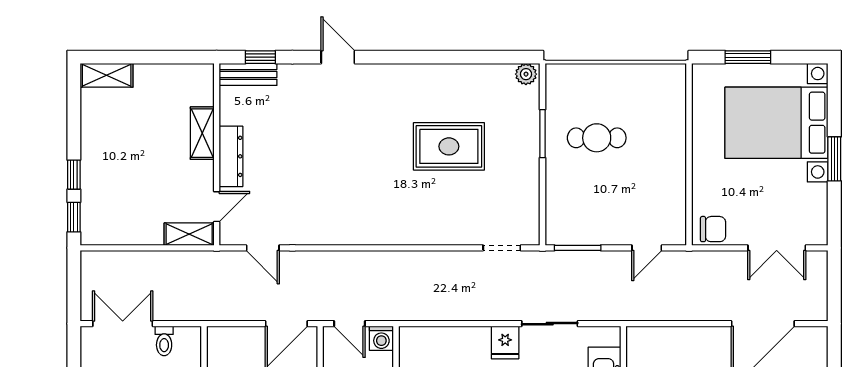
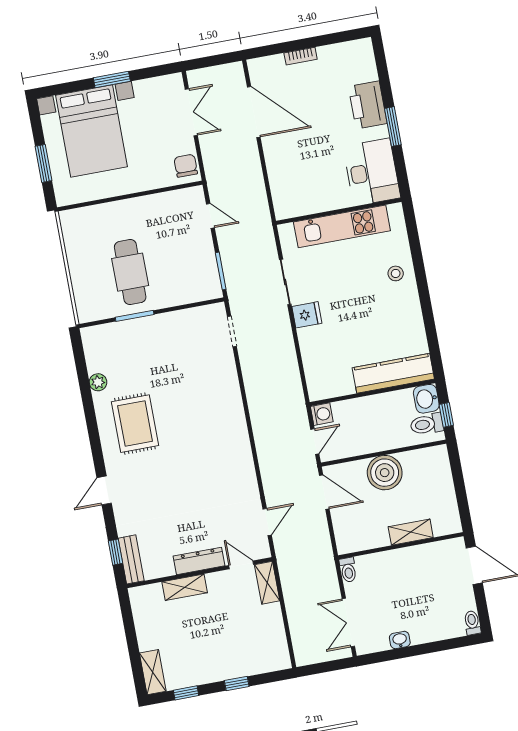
plant: (526, 74) -> (98, 382), moved
cafe table: (597, 138) -> (130, 272), width x1.37, depth x1.35
rug: (449, 146) -> (135, 424), moved
window: (74, 217) -> (186, 693), moved
toilet: (164, 341) -> (348, 570), moved, turned 90

